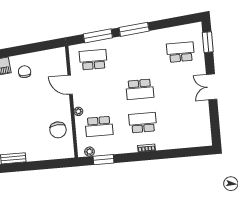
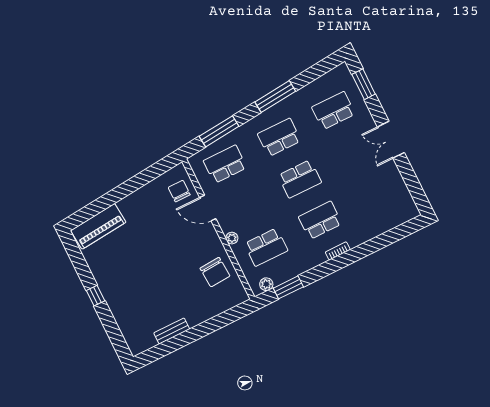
window: (134, 29) -> (275, 97), moved
school desk: (137, 56) -> (279, 137), added
chair: (25, 72) -> (179, 191), moved

